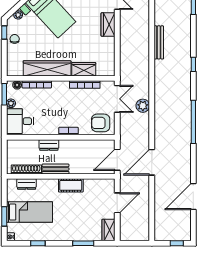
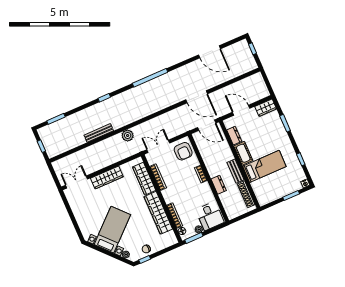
wardrobe: (108, 24) -> (107, 177), width x1.50
wardrobe: (84, 69) -> (144, 179), width x1.50
plant: (143, 106) -> (128, 135), moved
dresser: (27, 184) -> (234, 136), moved
bed: (29, 212) -> (264, 166), moved, turned 90

